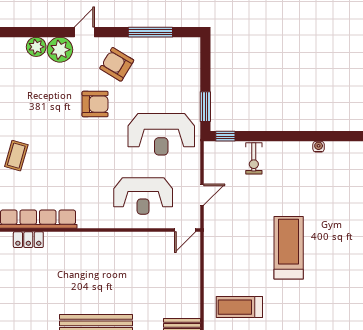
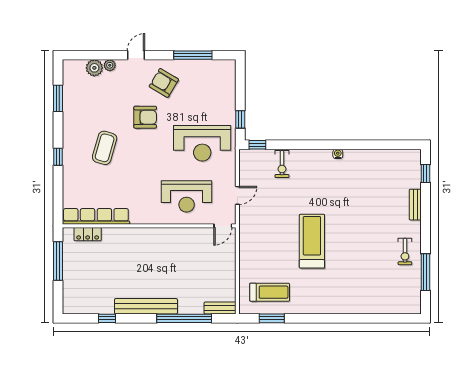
plant: (60, 50) -> (110, 65), width x0.53, depth x0.53
window: (205, 107) -> (240, 119), width x0.67
coffee table: (16, 156) -> (105, 148), moved, width x1.36, depth x1.30
treadmill: (239, 307) -> (270, 292), turned 180

